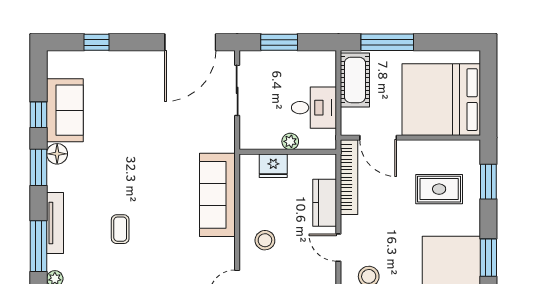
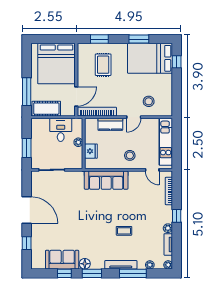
door: (190, 42) -> (27, 210), moved

